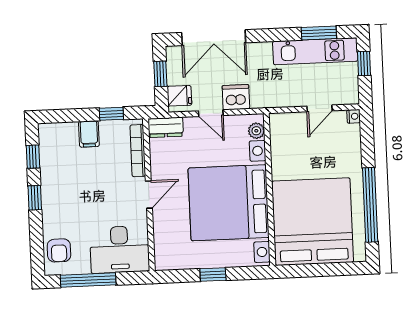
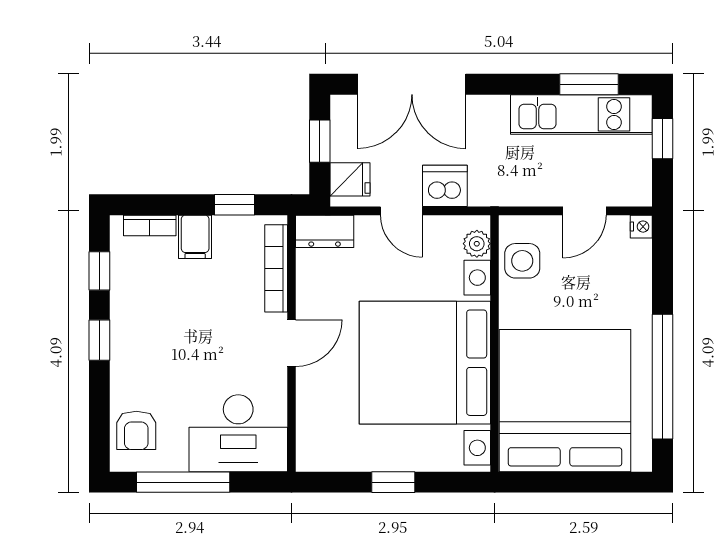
bookcase: (62, 128) -> (150, 225), added
side table: (284, 140) -> (522, 261), added

